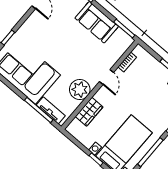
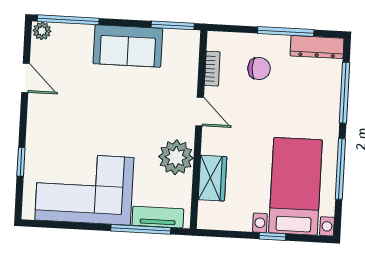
chair: (148, 78) -> (259, 69), added

